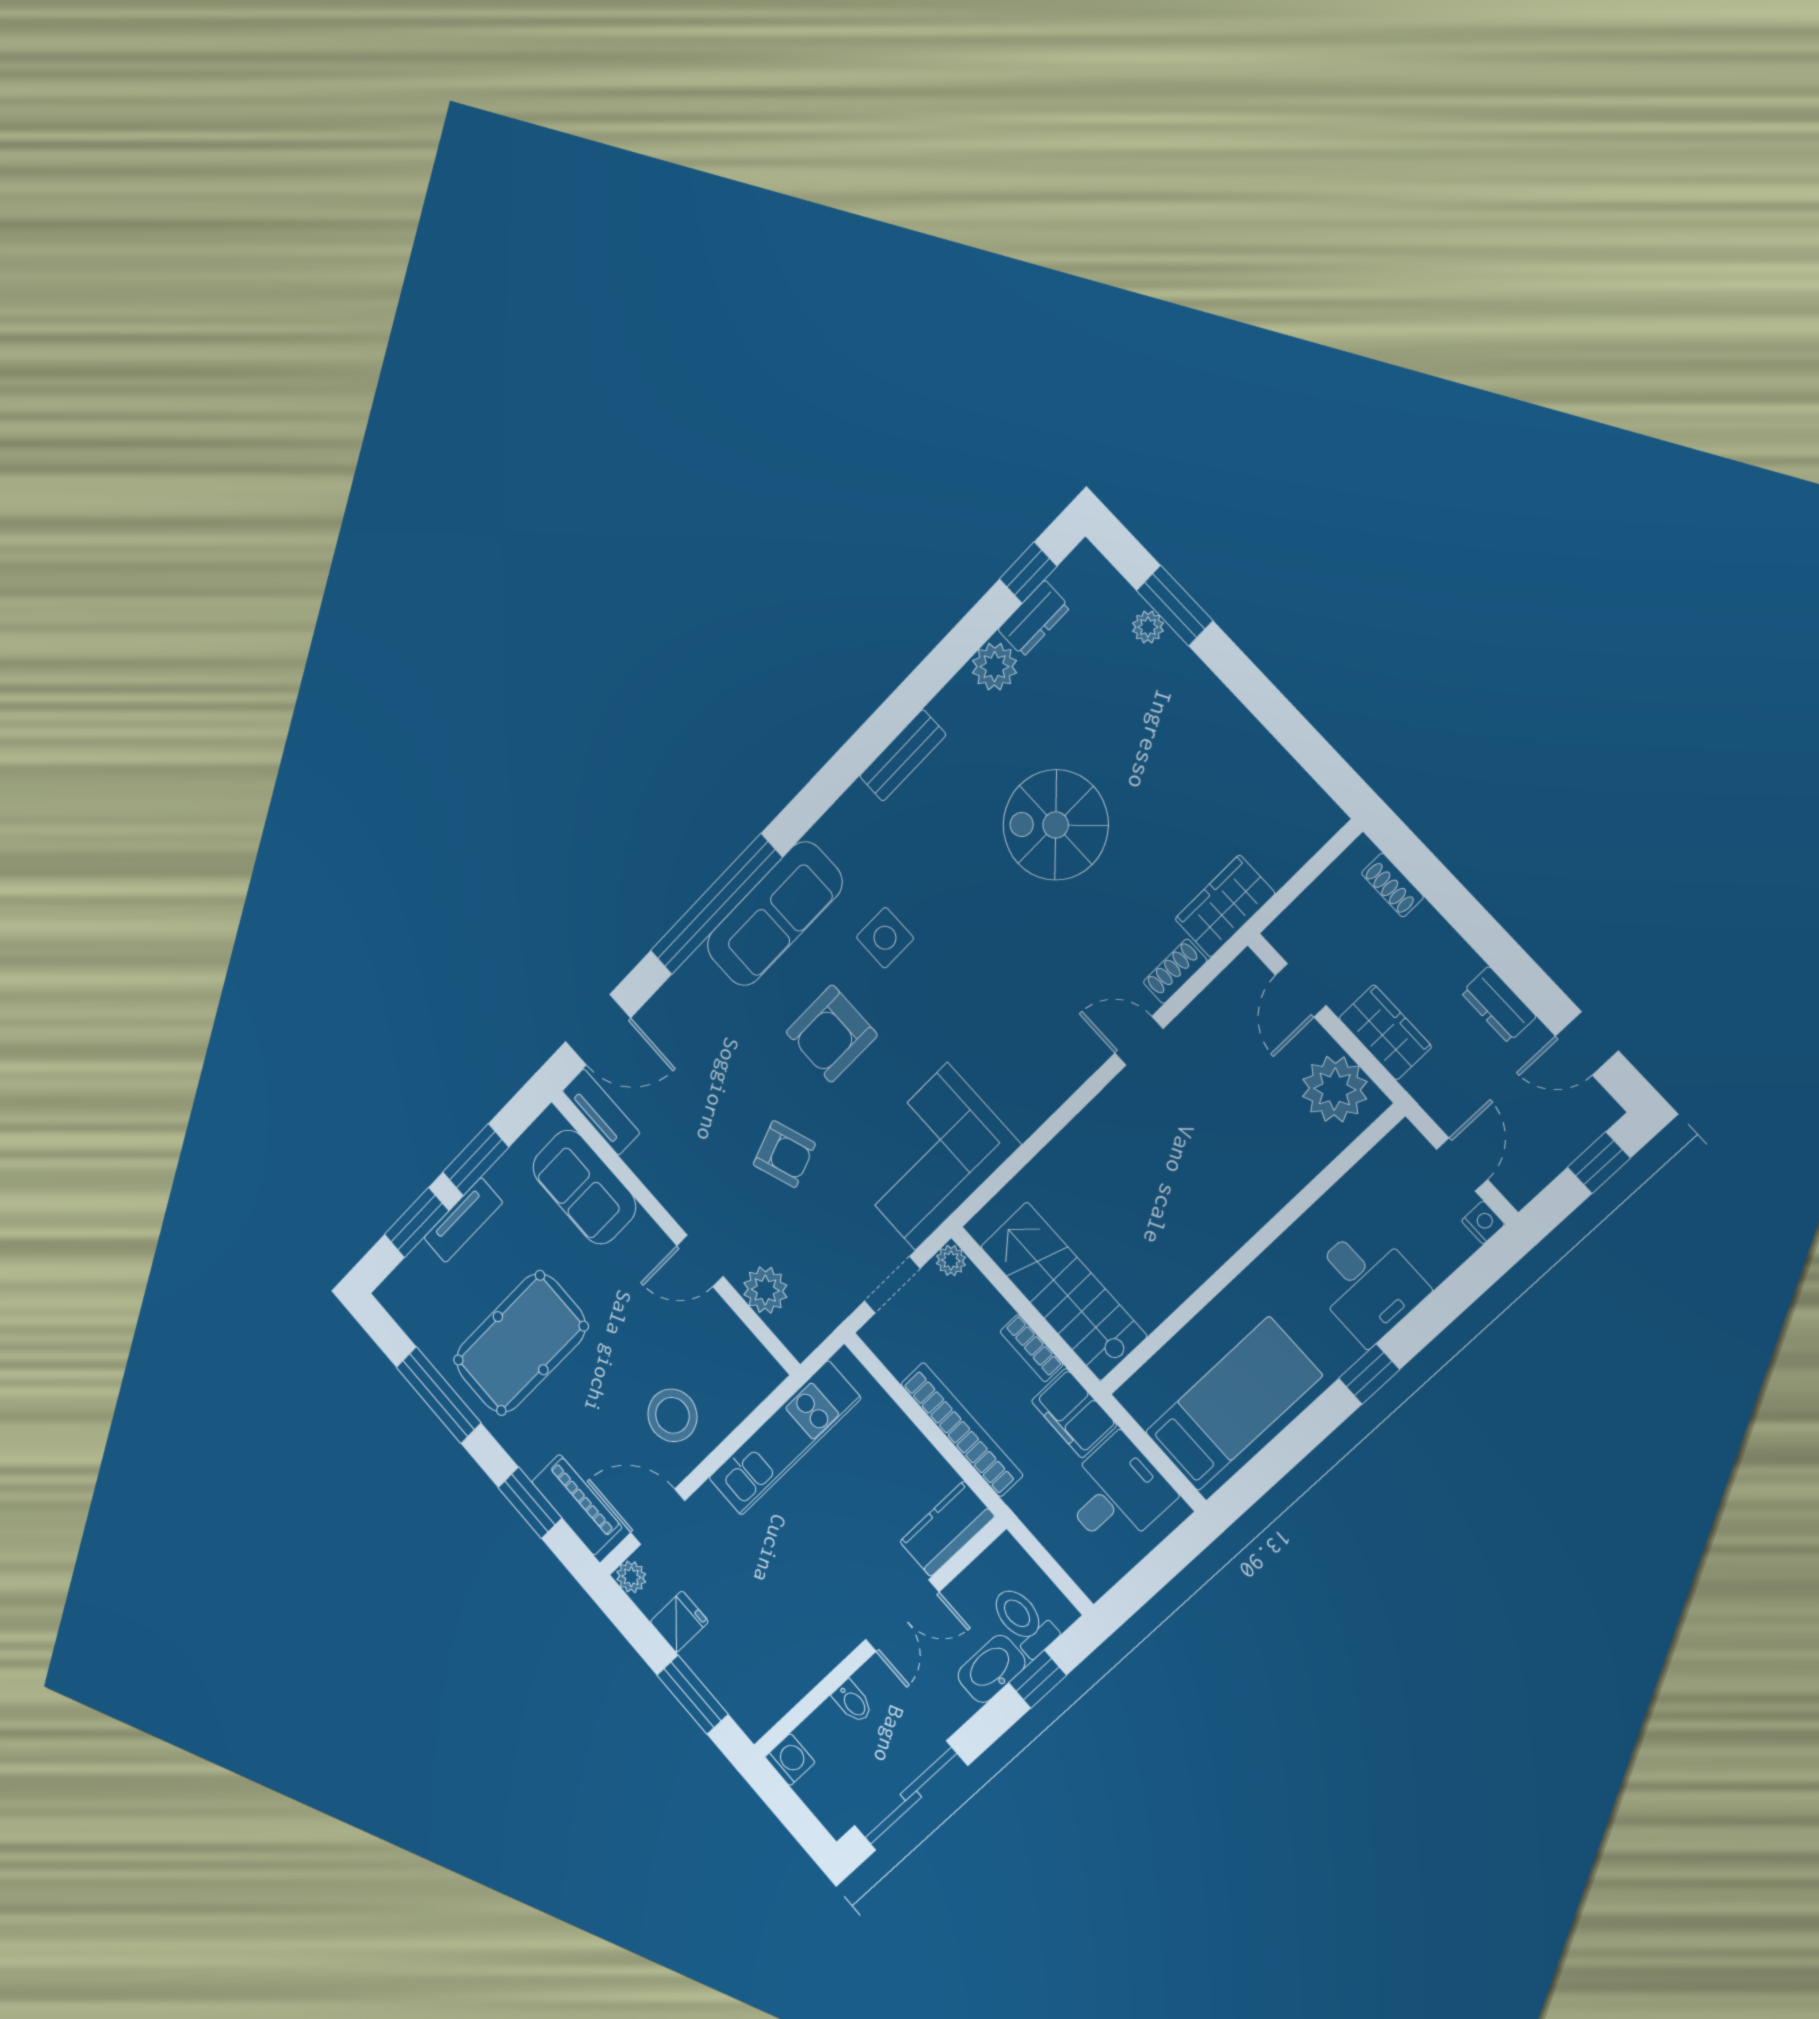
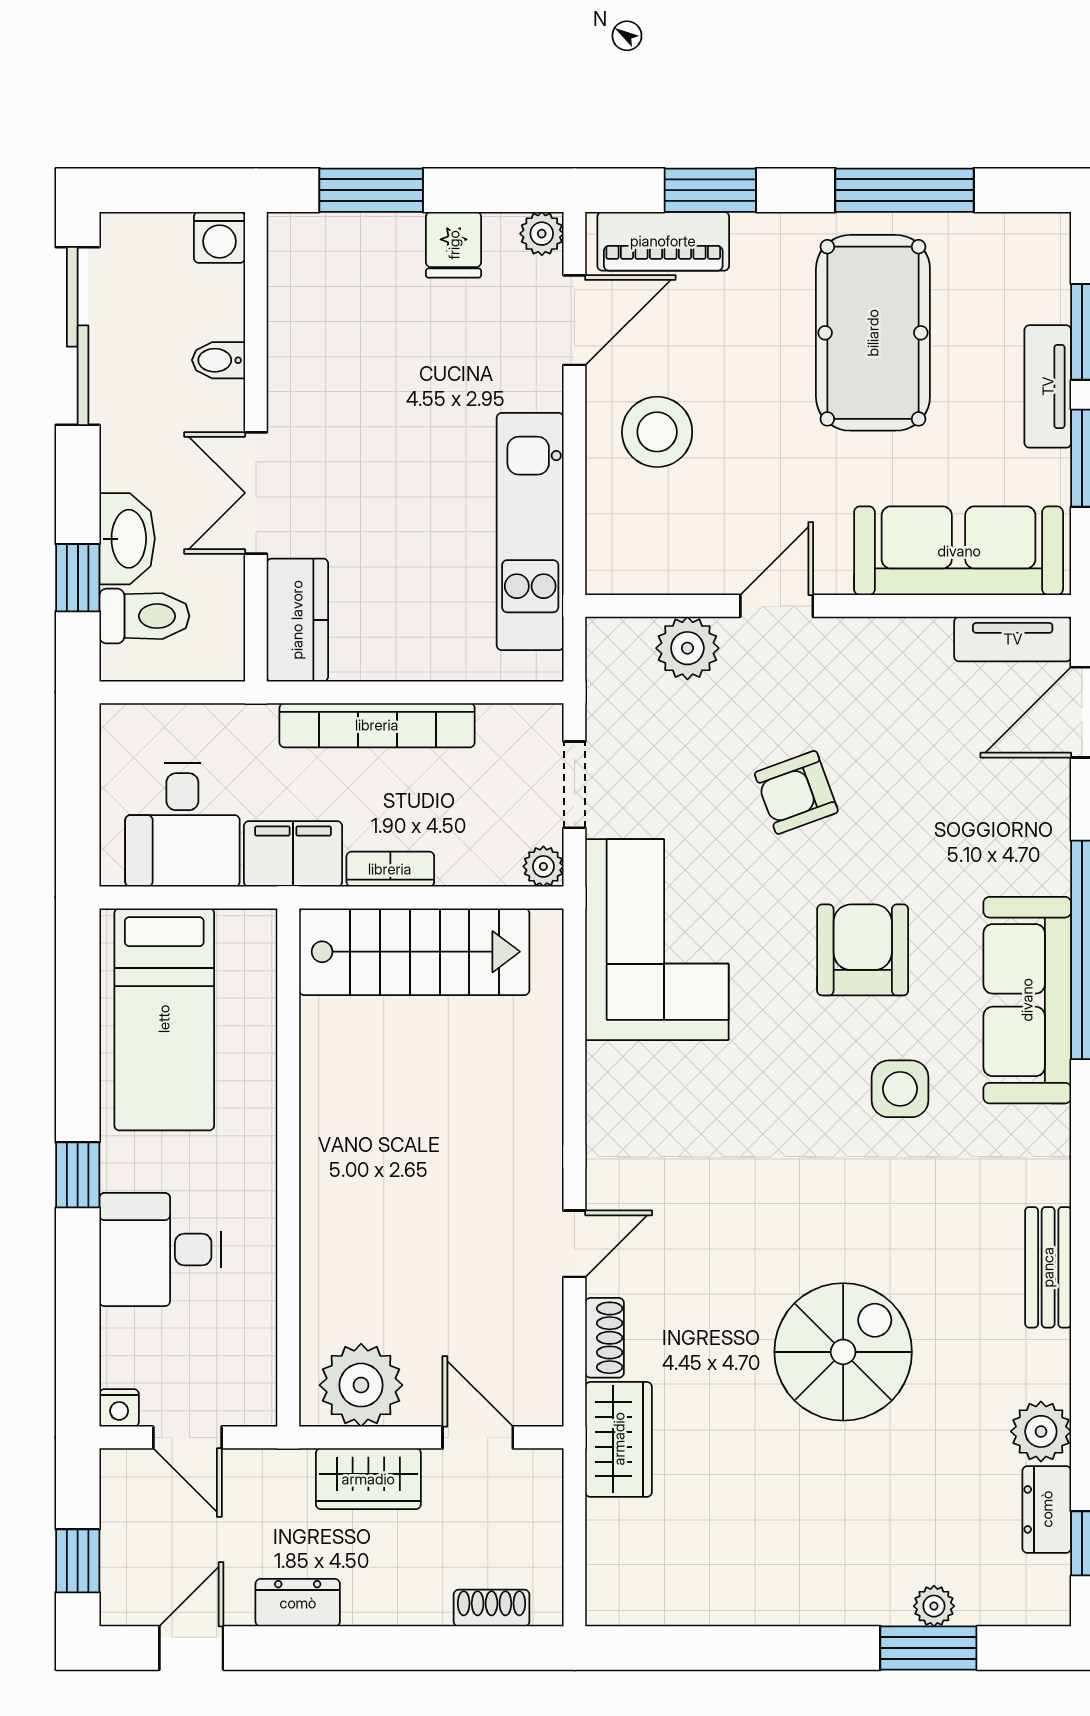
sofa: (584, 1187) -> (959, 551), width x1.36

